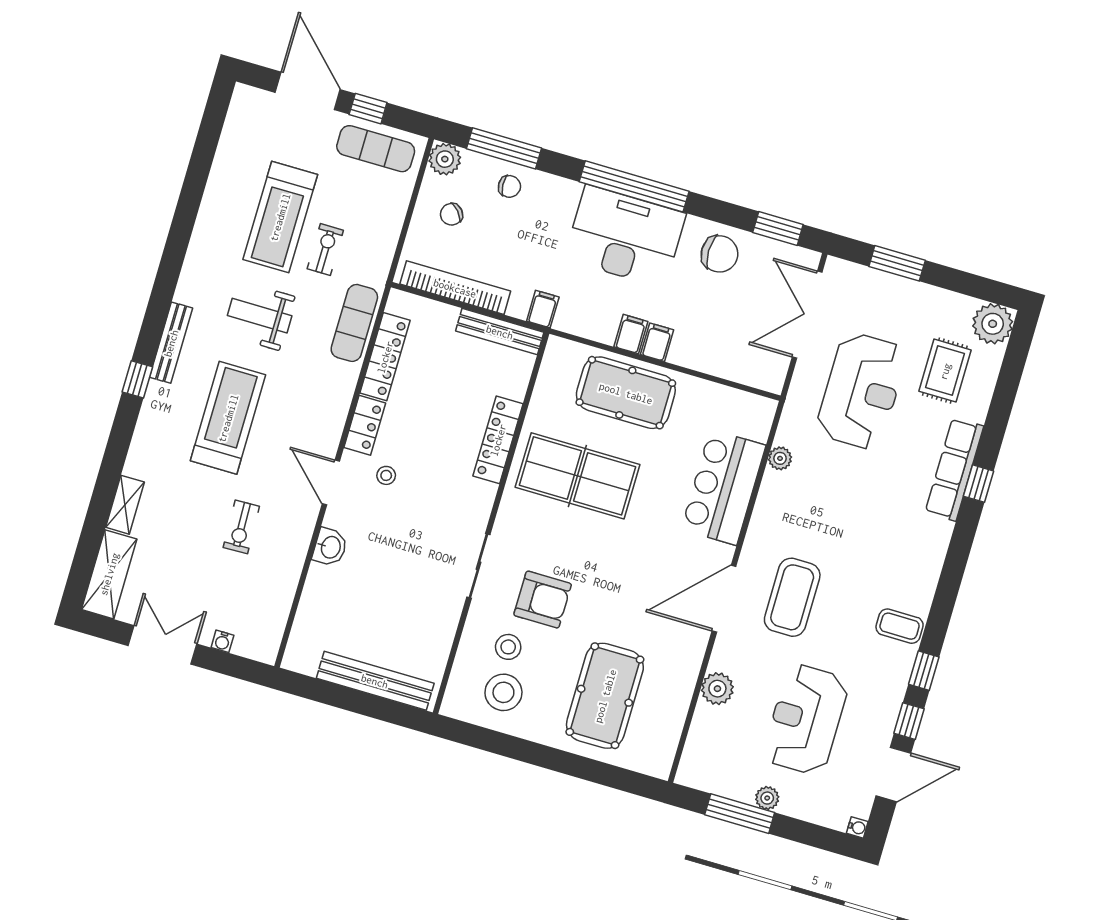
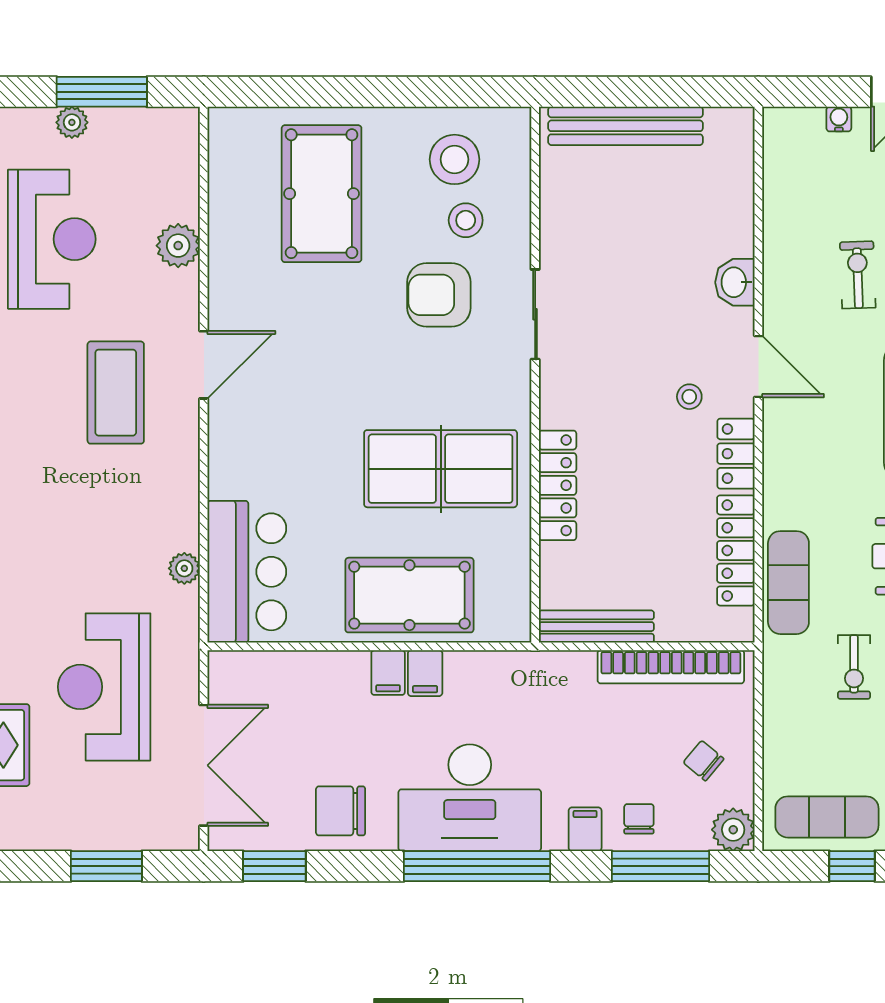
chair: (509, 186) -> (639, 819), turned 93
chair: (452, 214) -> (704, 761), turned -99
filing cabinet: (543, 309) -> (585, 829), moved, turned 180
bar counter: (723, 487) -> (247, 572), moved
door: (724, 599) -> (204, 365), width x0.73

